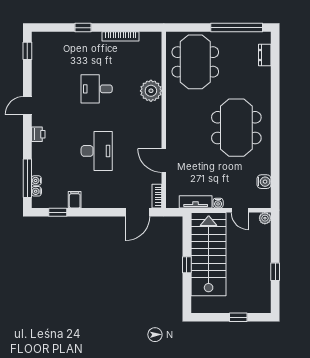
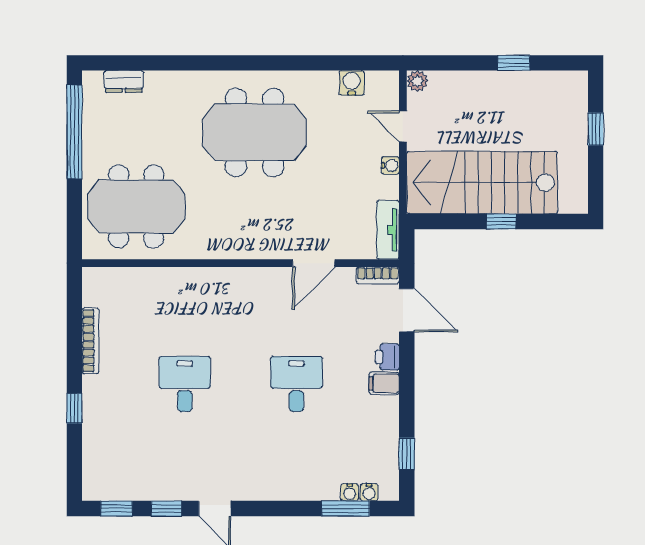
window: (27, 79) -> (166, 509), added
desk: (97, 89) -> (185, 384), turned 180
plant: (151, 91) -> (188, 286), removed
printer: (38, 134) -> (387, 357), moved, turned -90
desk: (97, 151) -> (296, 384), width x0.73
window: (27, 178) -> (346, 509), width x0.69
filing cabinet: (75, 200) -> (384, 383), moved
tv unit: (196, 202) -> (388, 230), moved
door: (240, 210) -> (403, 126), swing flipped

